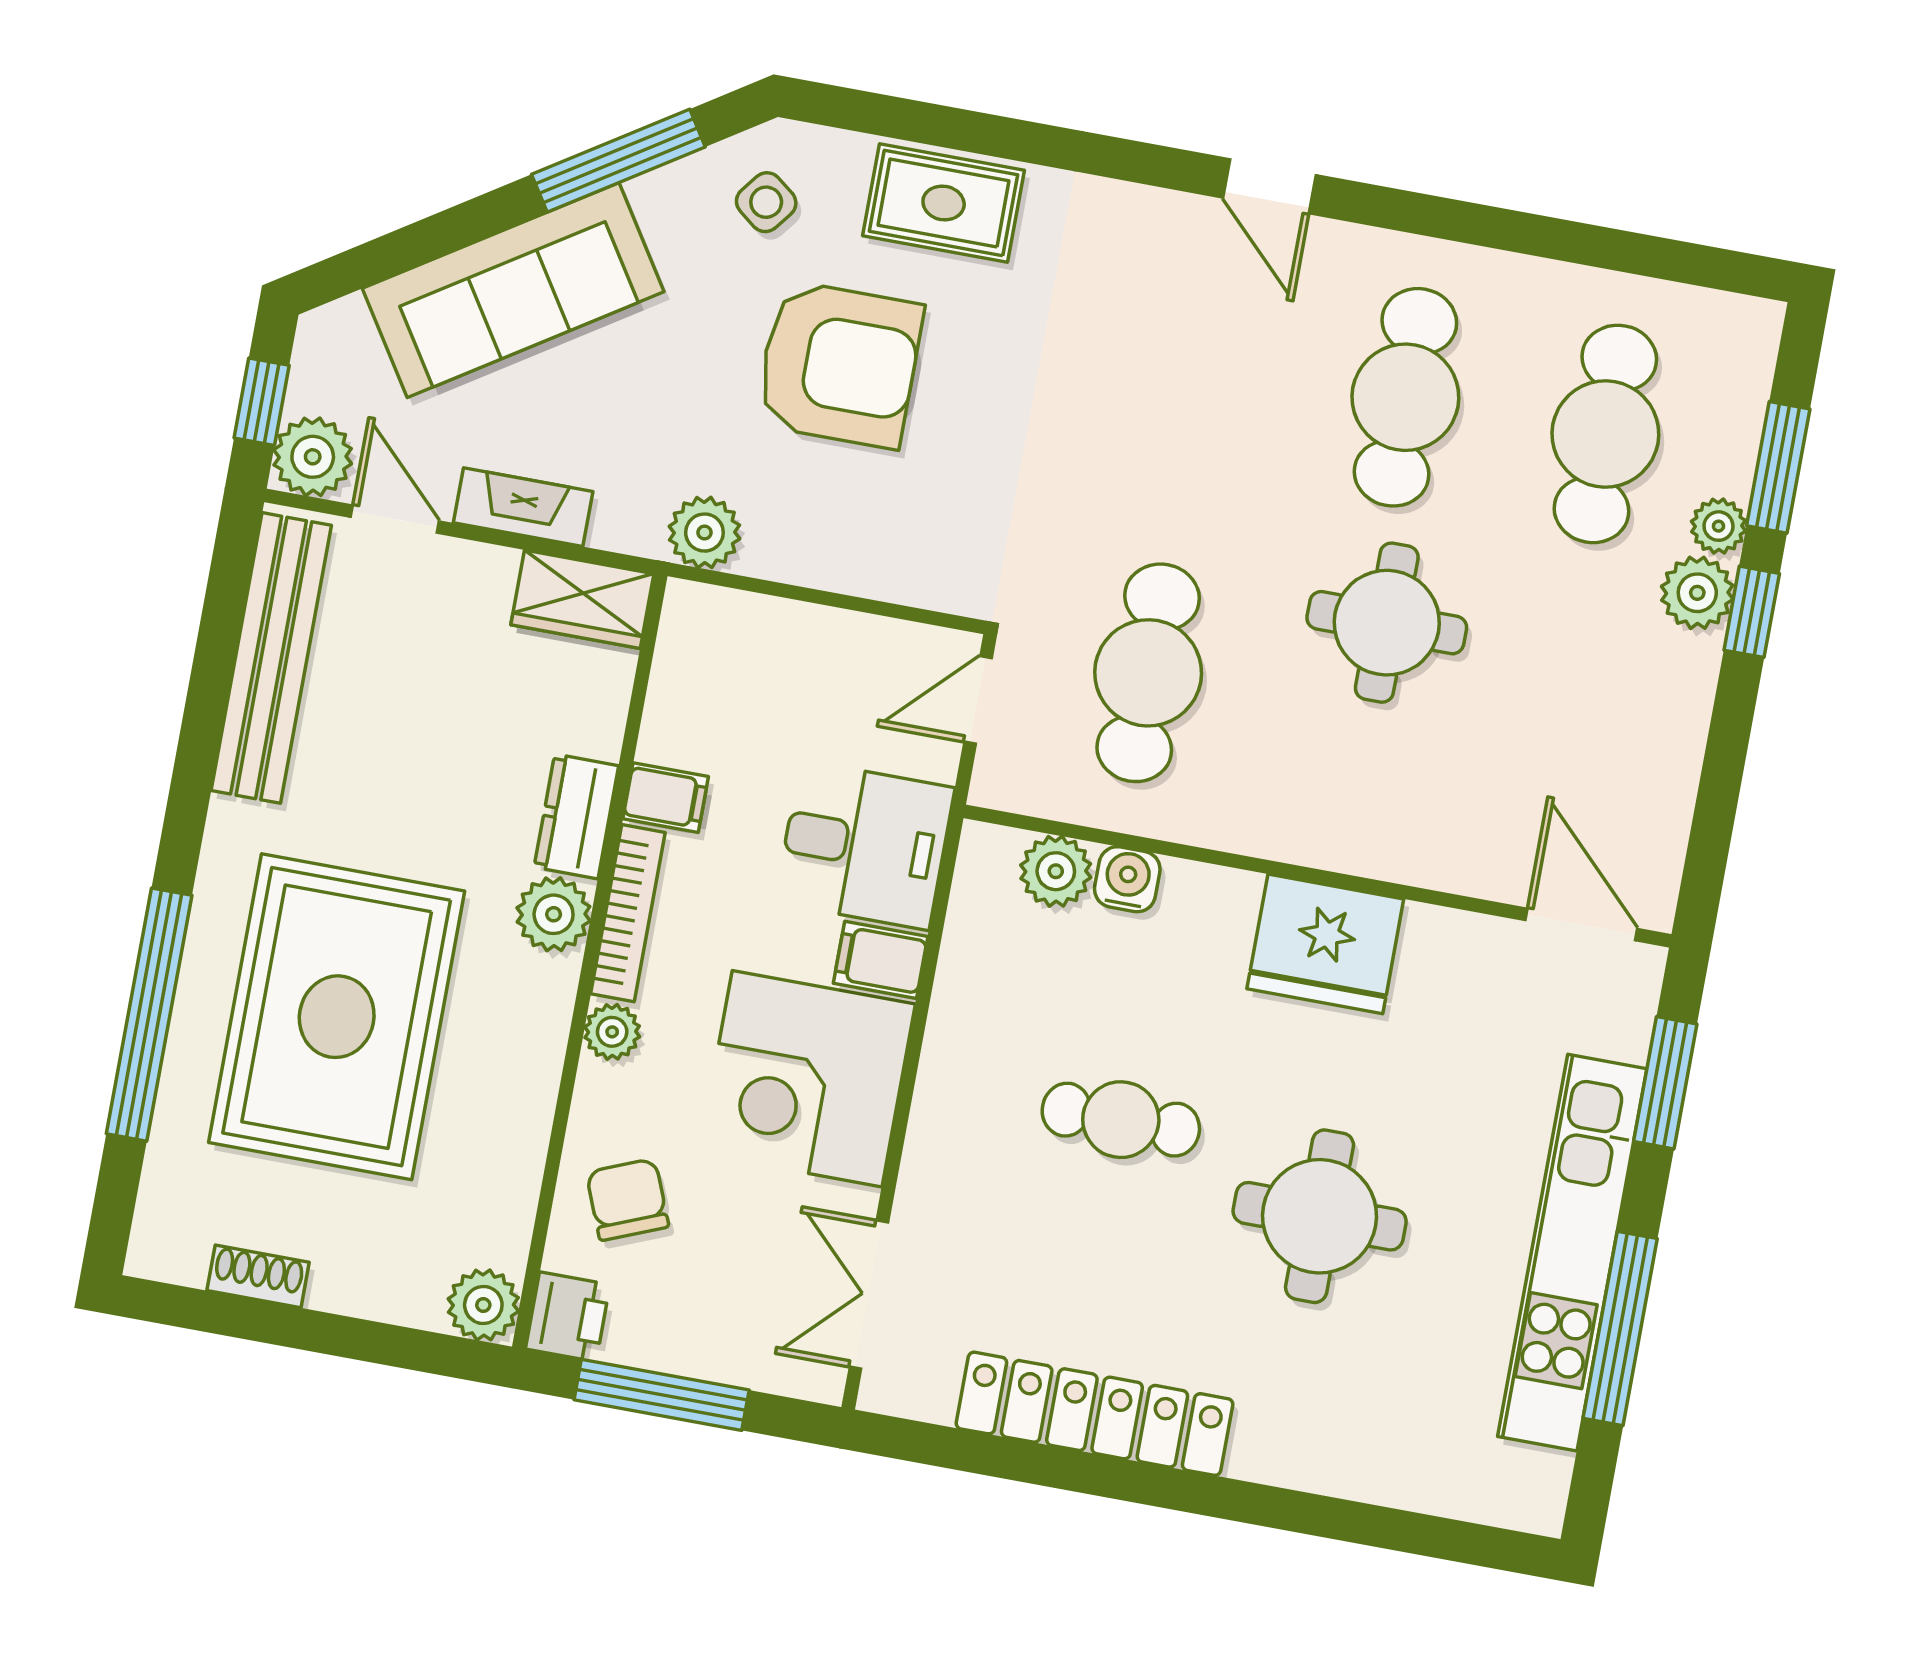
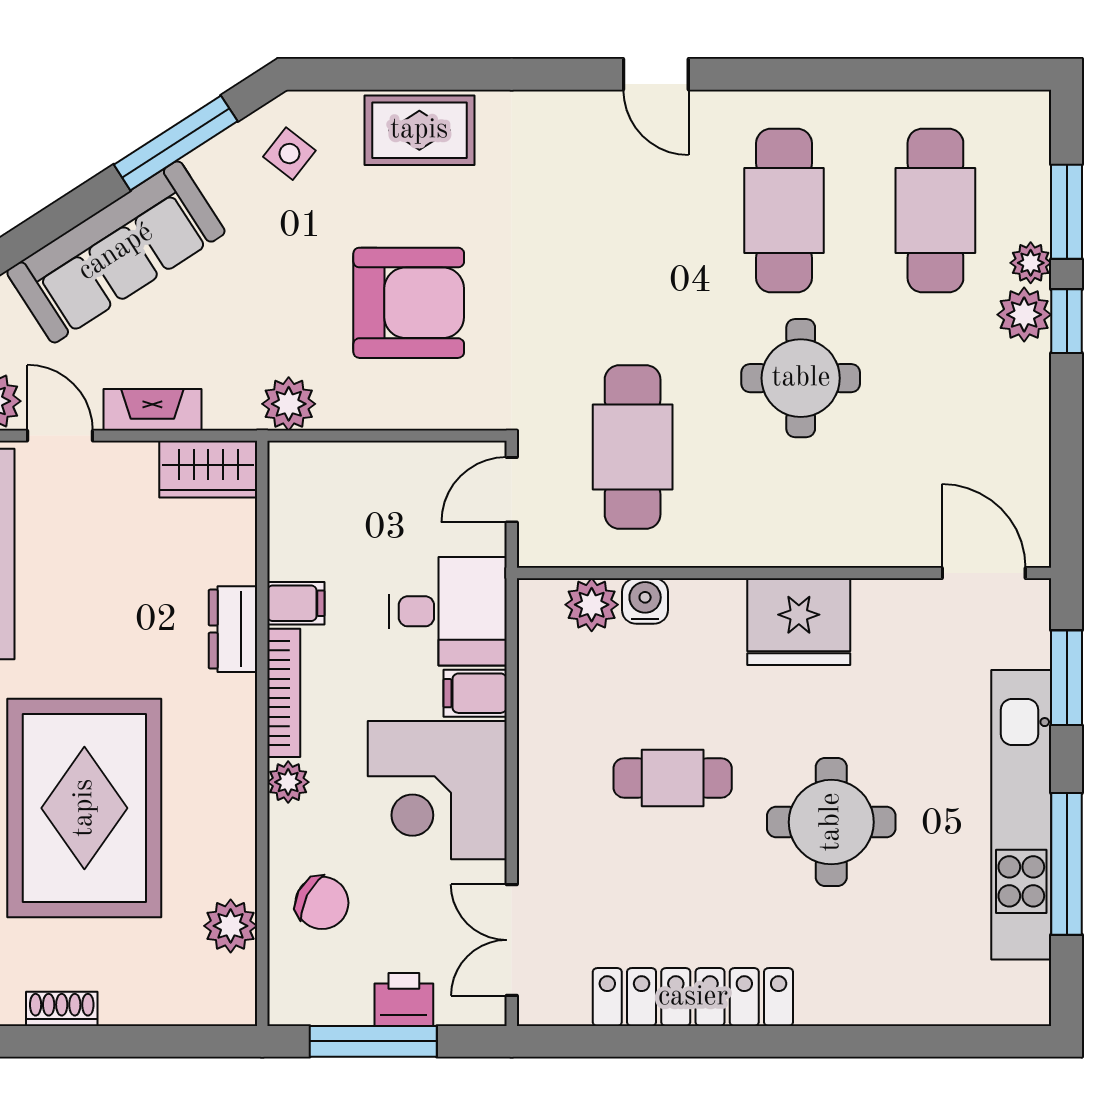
armchair: (839, 364) -> (409, 303), moved
plant: (554, 914) -> (229, 704), removed
chair: (627, 1200) -> (322, 903), turned 139
plant: (483, 1305) -> (231, 926), moved
printer: (568, 1317) -> (404, 999), moved, turned -90

